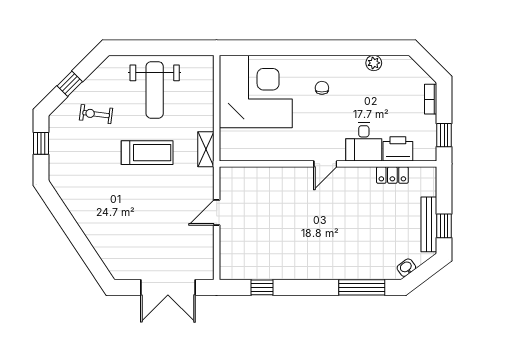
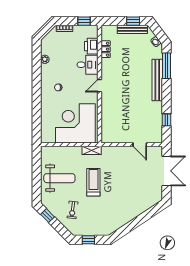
window: (70, 84) -> (47, 216), moved
corner desk: (256, 92) -> (75, 123), moved
door: (325, 164) -> (100, 86), swing flipped
door: (217, 213) -> (140, 145), moved
bench: (336, 270) -> (157, 80), added

